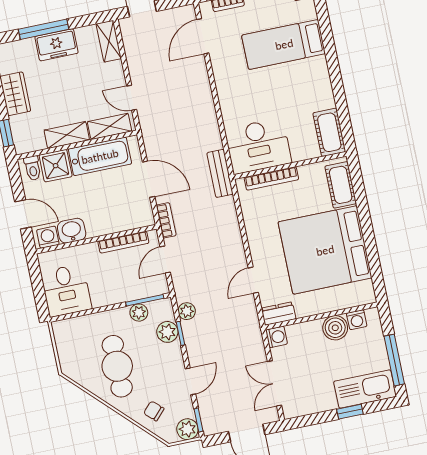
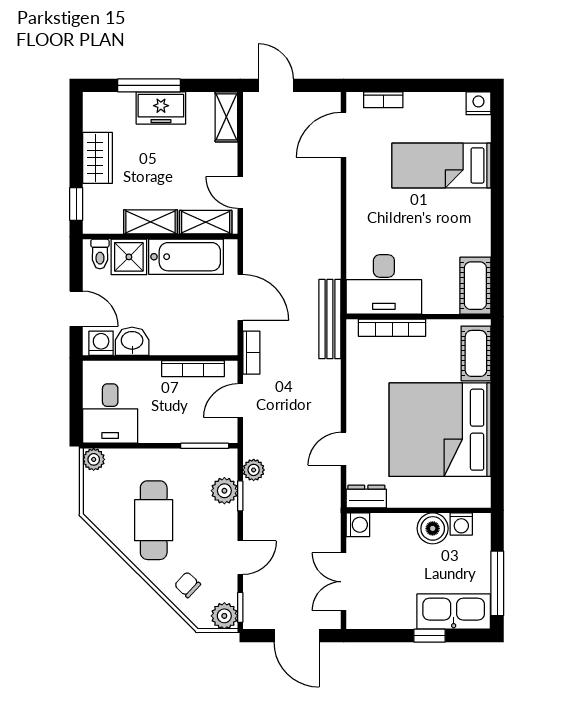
bench: (220, 173) -> (330, 319), width x1.36
plant: (139, 313) -> (94, 459), moved

